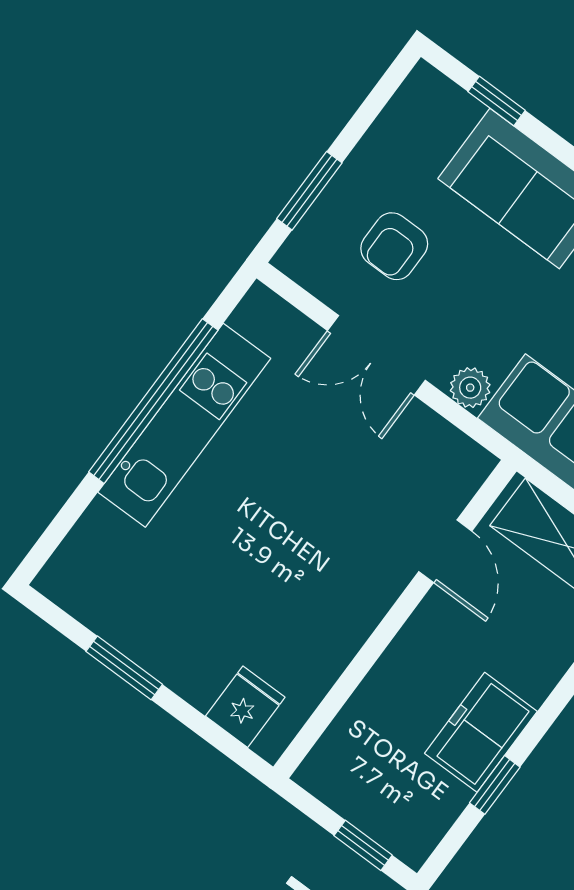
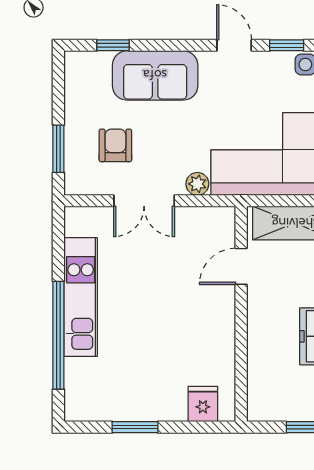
armchair: (394, 246) -> (115, 145), turned 180
window: (153, 401) -> (58, 335), moved
door: (445, 551) -> (241, 266), swing flipped

